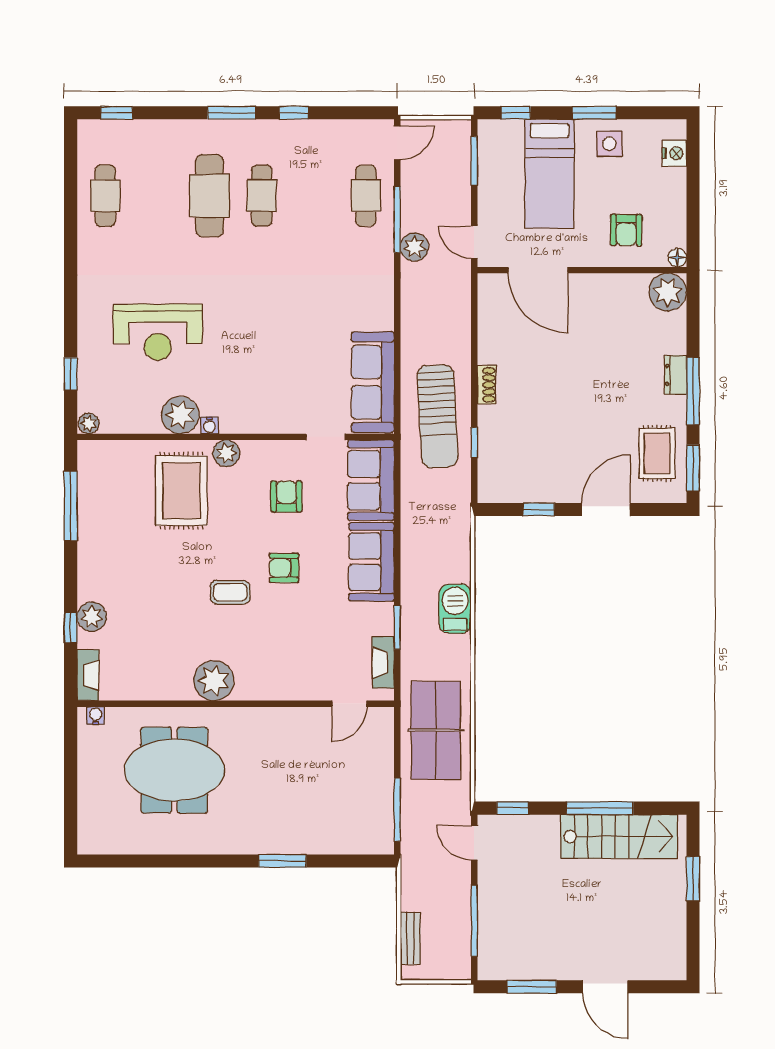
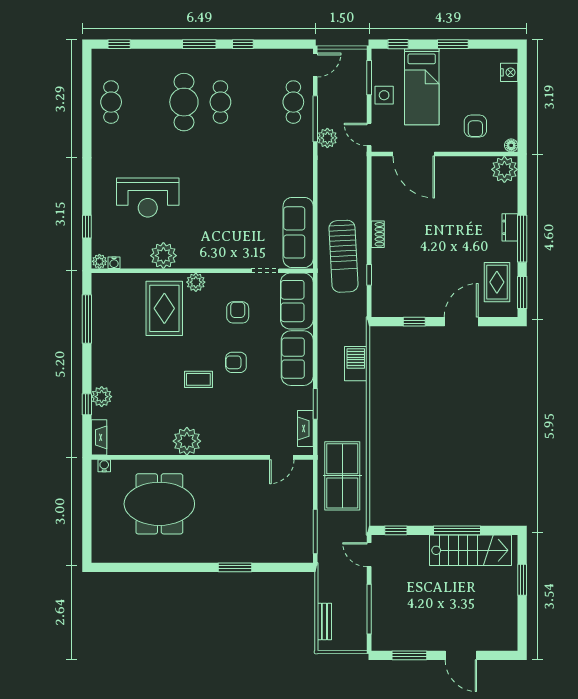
side table: (609, 144) -> (384, 95), moved
water cooler: (209, 425) -> (114, 263), moved
barbecue: (455, 609) -> (356, 364), moved

